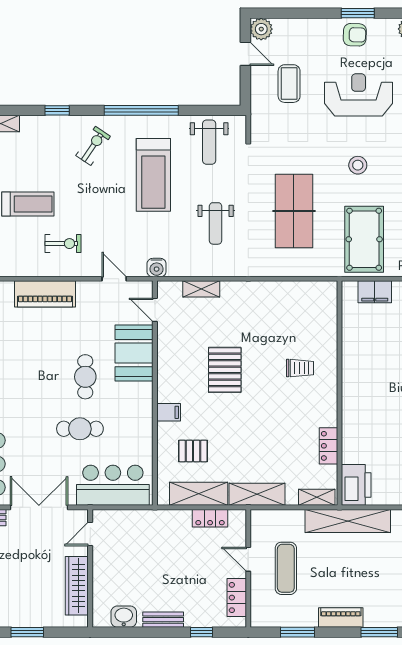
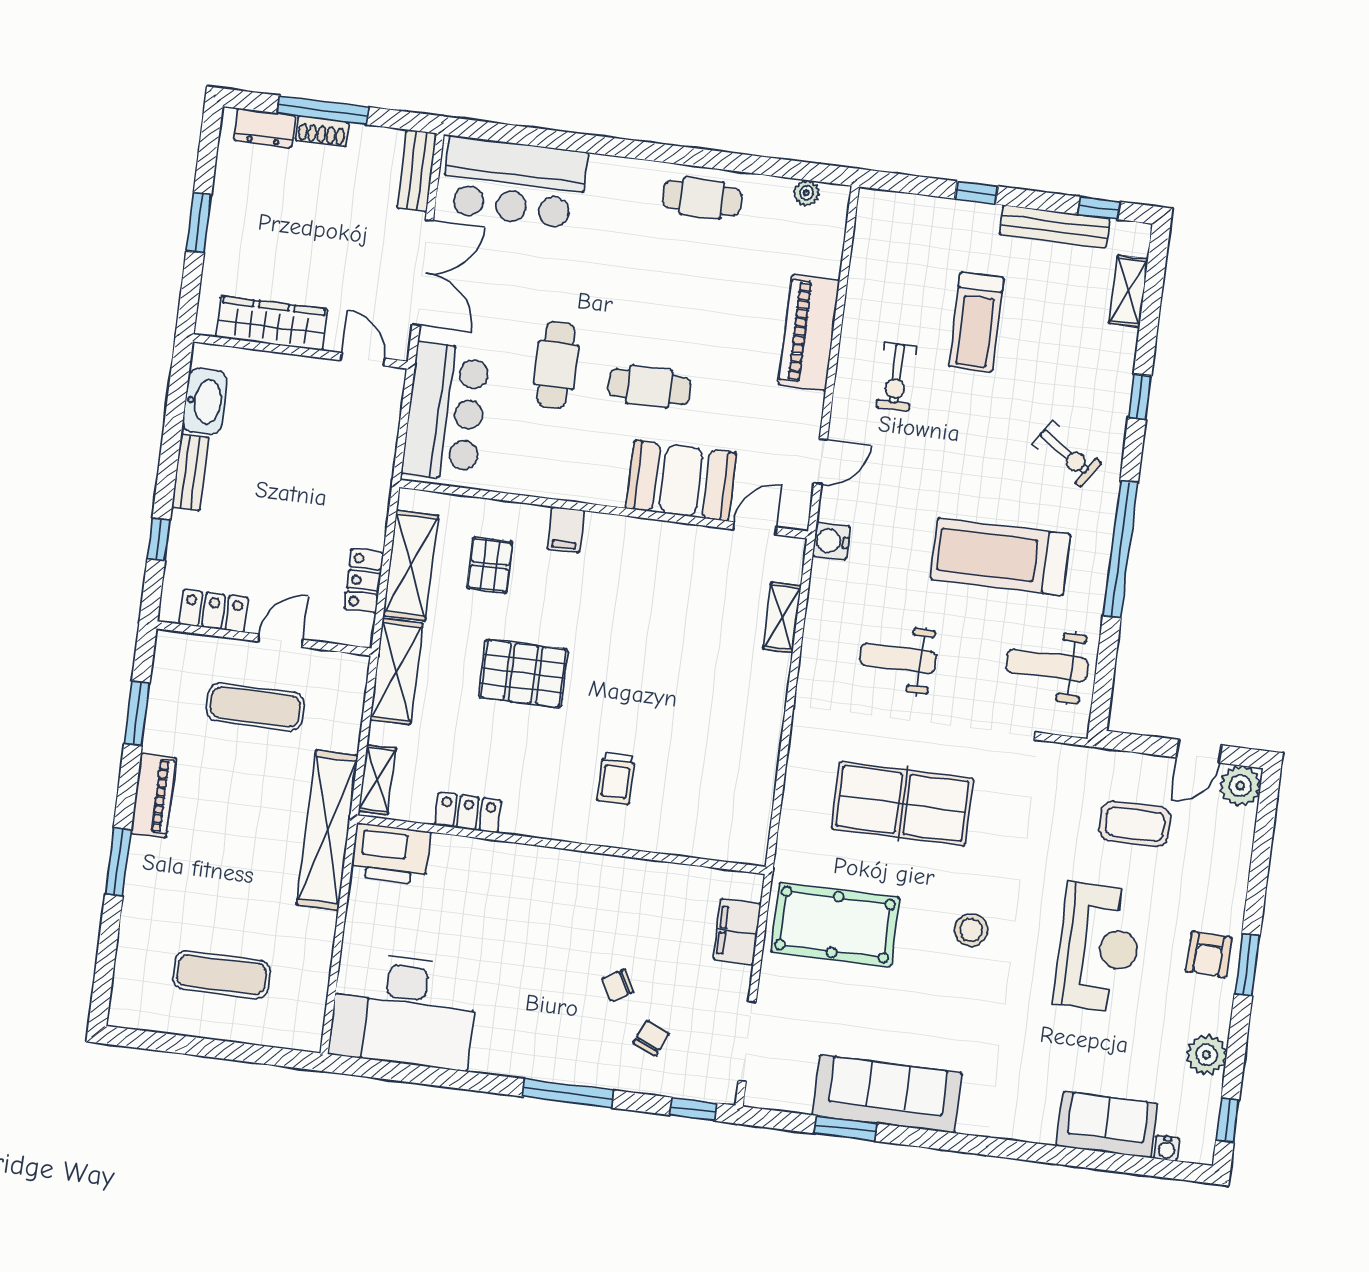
pallet: (225, 370) -> (523, 673), moved
washbasin: (124, 617) -> (205, 401), width x1.38

